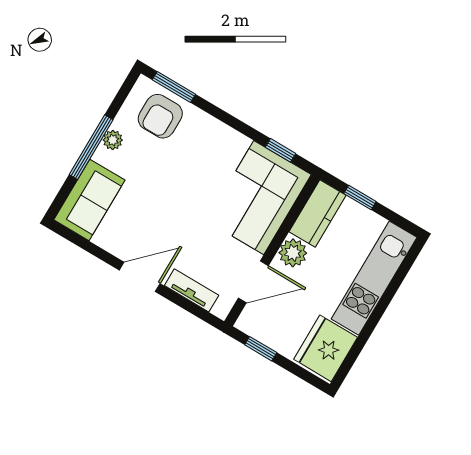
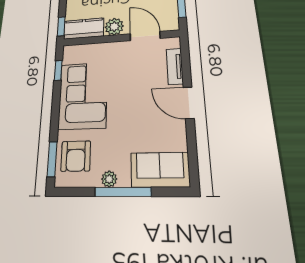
armchair: (160, 116) -> (76, 156), turned 90
window: (360, 197) -> (61, 26), moved
corner sofa: (259, 198) -> (83, 95), moved, turned -90

